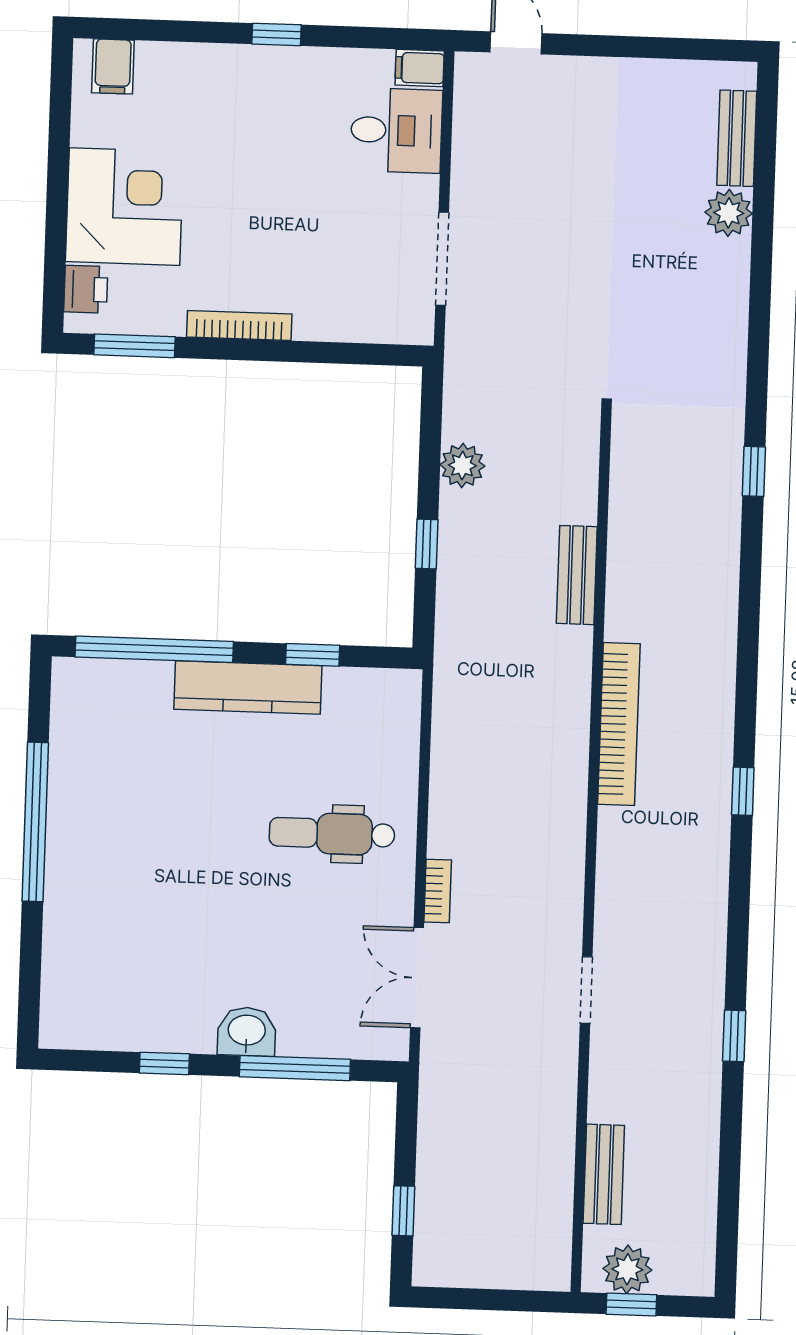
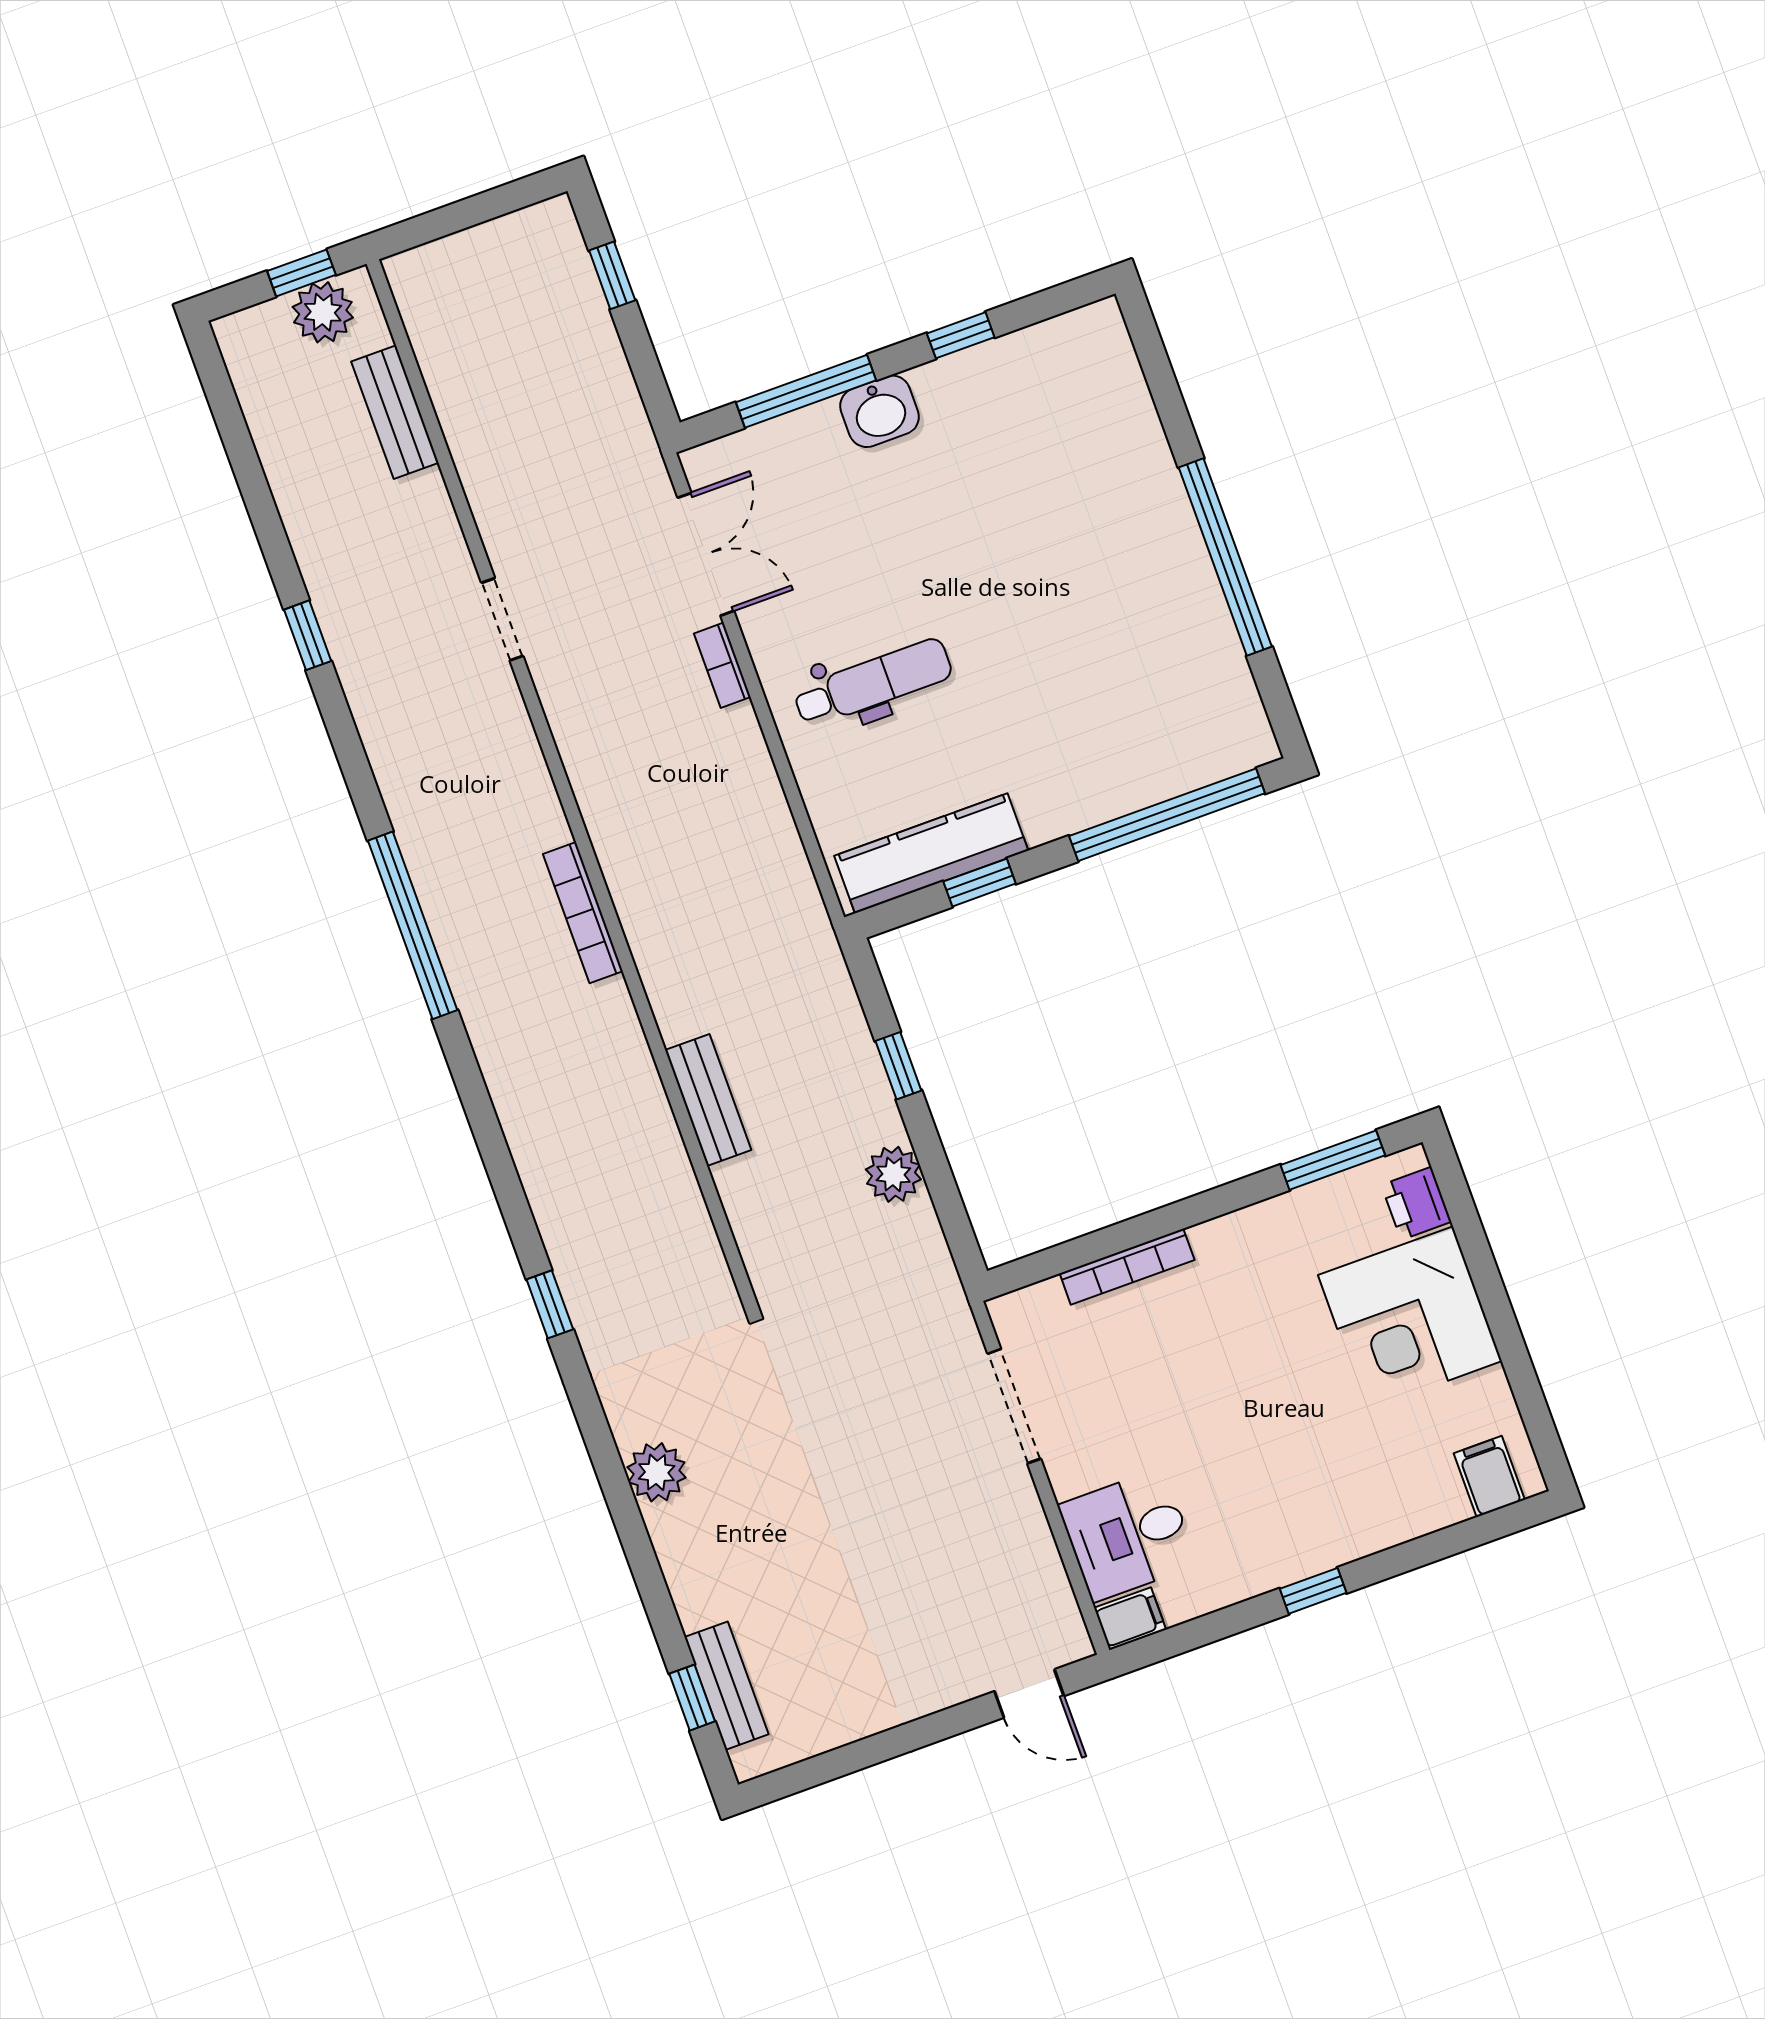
window: (766, 140) -> (692, 1698), added
plant: (729, 213) -> (657, 1472), moved
bookcase: (239, 326) -> (1127, 1267), moved
kitchen counter: (248, 688) -> (931, 853), moved
bookcase: (619, 724) -> (583, 913), width x0.68, depth x0.76
window: (743, 791) -> (413, 925), width x3.17

